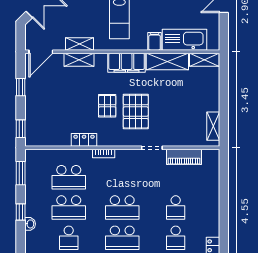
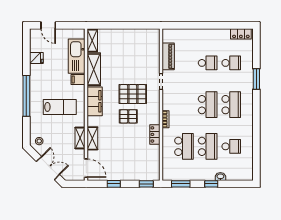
shelving: (213, 126) -> (144, 34), removed

